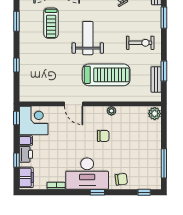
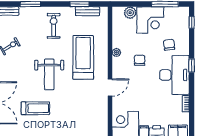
weight bench: (88, 38) -> (49, 74), turned -90
plant: (155, 114) -> (130, 13), moved
corner desk: (147, 147) -> (150, 20), added
chair: (121, 179) -> (169, 45), moved

